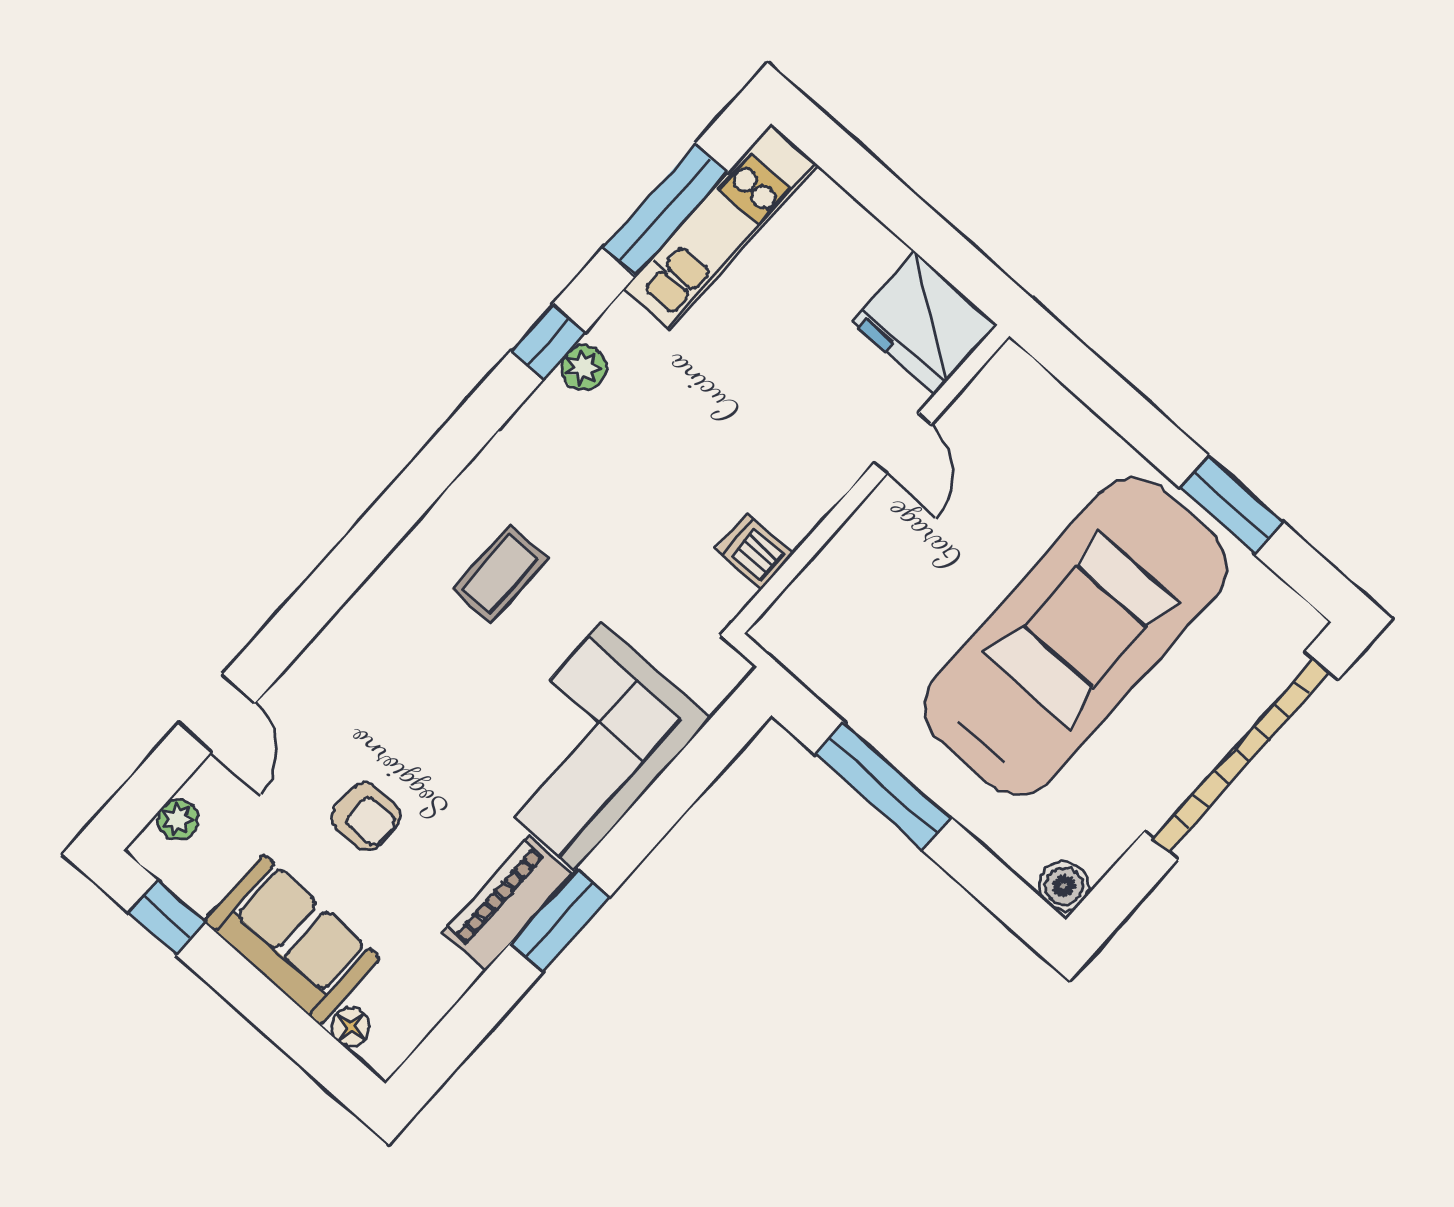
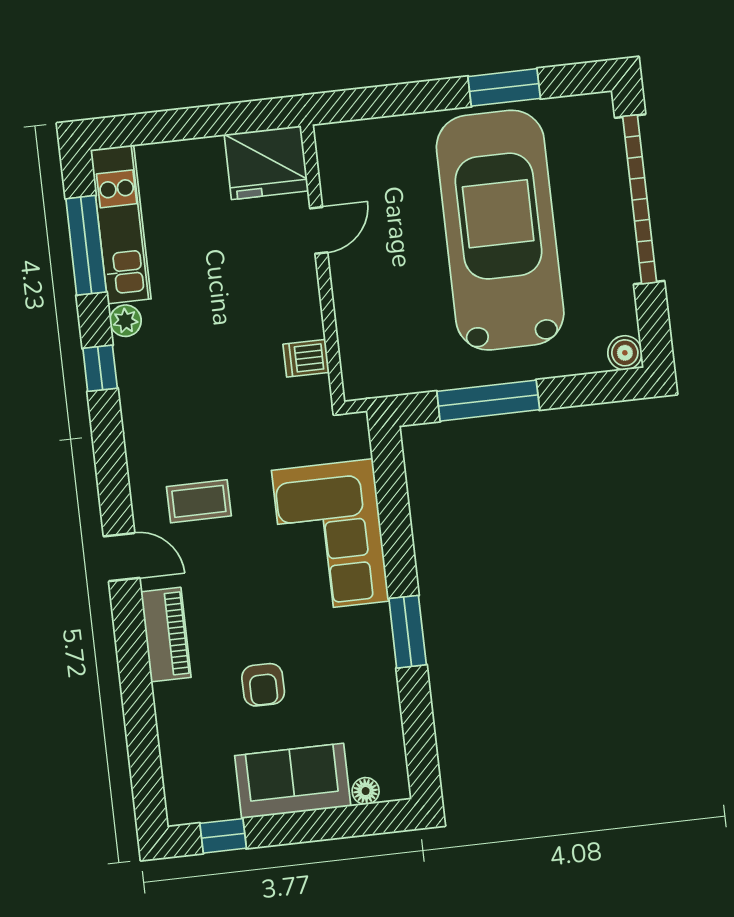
plant: (583, 368) -> (125, 321), moved
door: (903, 443) -> (319, 230), hinge flipped
coffee table: (500, 574) -> (199, 501), turned 90
door: (217, 713) -> (122, 557), moved
armchair: (366, 817) -> (263, 685), turned 90
plant: (178, 819) -> (177, 784), removed
piano: (507, 904) -> (166, 635), moved, turned 180

